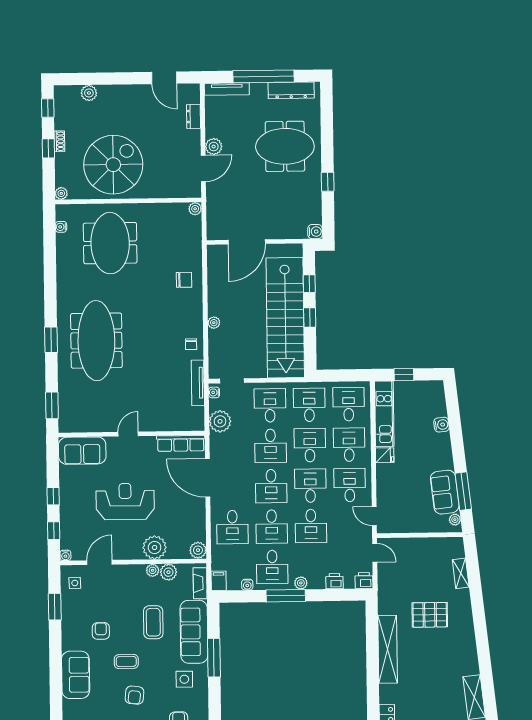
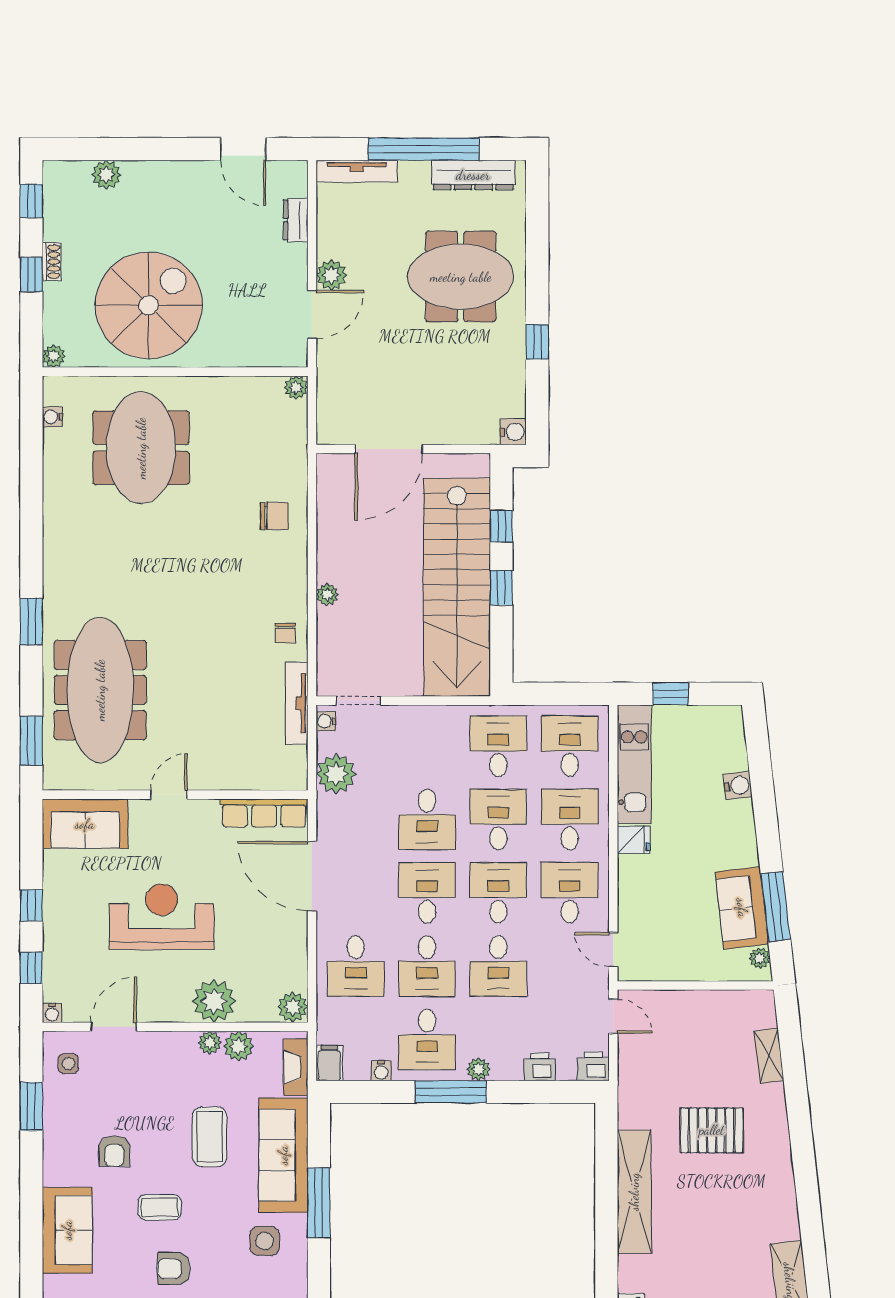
meeting table: (96, 341) -> (100, 690), moved
desk: (270, 405) -> (427, 746), removed
desk: (271, 486) -> (427, 893), turned 180
armchair: (101, 631) -> (114, 1151), turned 180
armchair: (135, 695) -> (174, 1269), turned 84

